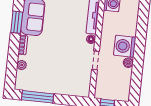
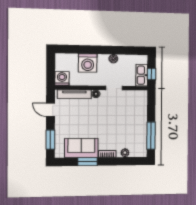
washing machine: (125, 46) -> (88, 63), moved
kitchen sink: (107, 93) -> (142, 75), added

